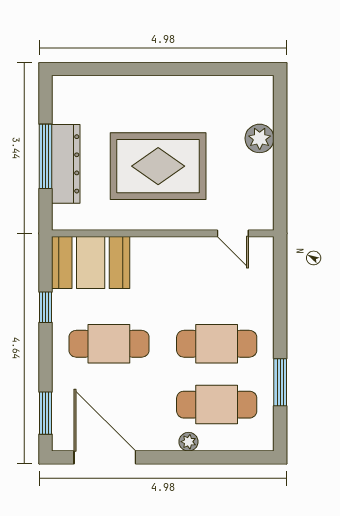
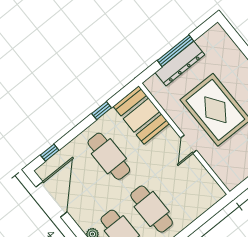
door: (233, 233) -> (189, 144), moved
window: (45, 413) -> (50, 153), width x0.67

